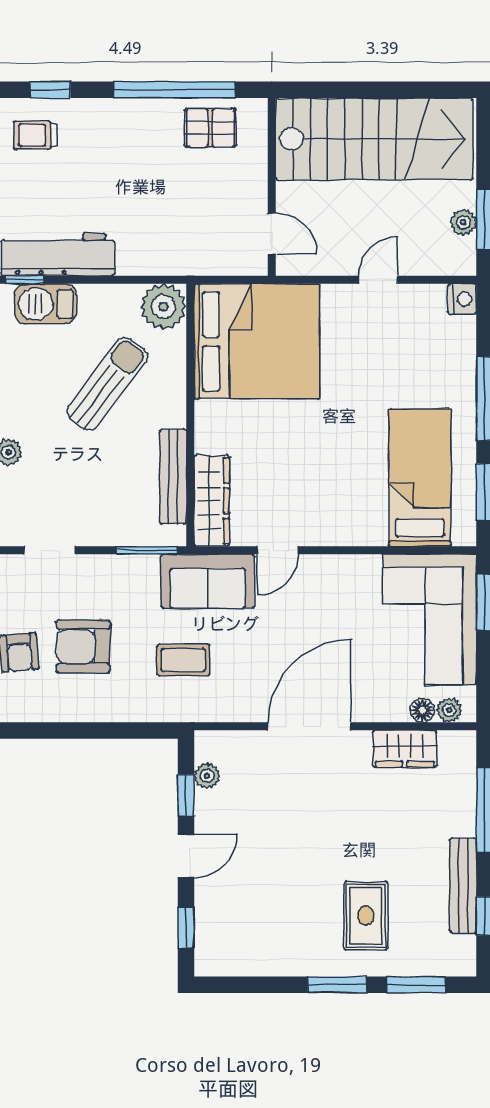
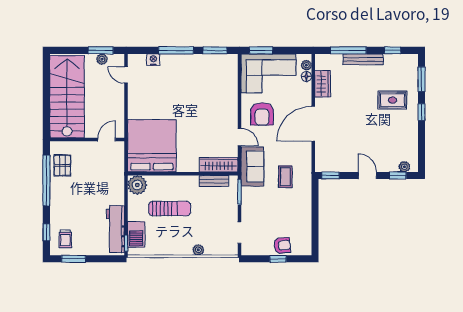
door: (378, 280) -> (126, 75), moved
nightstand: (462, 299) -> (153, 60), moved
sun lounger: (107, 384) -> (170, 209), turned 143
bench: (173, 477) -> (214, 181), width x0.73
bed: (420, 478) -> (209, 78), removed
armchair: (83, 646) -> (262, 114), moved
door: (309, 726) -> (313, 124), hinge flipped
plant: (207, 776) -> (404, 167), moved
window: (186, 795) -> (331, 175), moved
bench: (463, 886) -> (363, 59), moved
window: (337, 985) -> (421, 112), width x0.67

